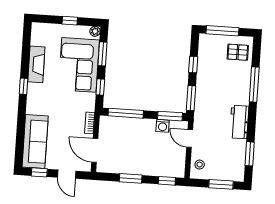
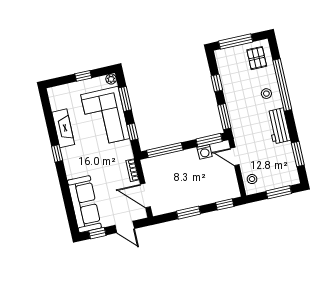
pallet: (238, 52) -> (257, 58), turned 90
window: (254, 85) -> (282, 85), width x1.46
stool: (237, 88) -> (266, 94), added

